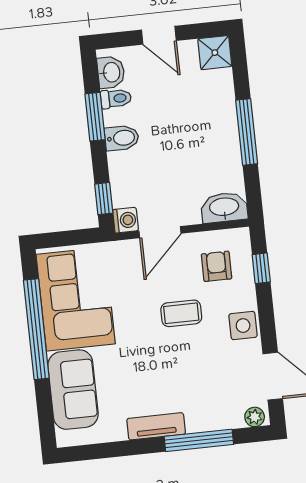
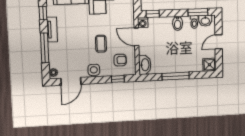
window: (95, 117) -> (198, 12), moved
window: (120, 449) -> (43, 13), added

